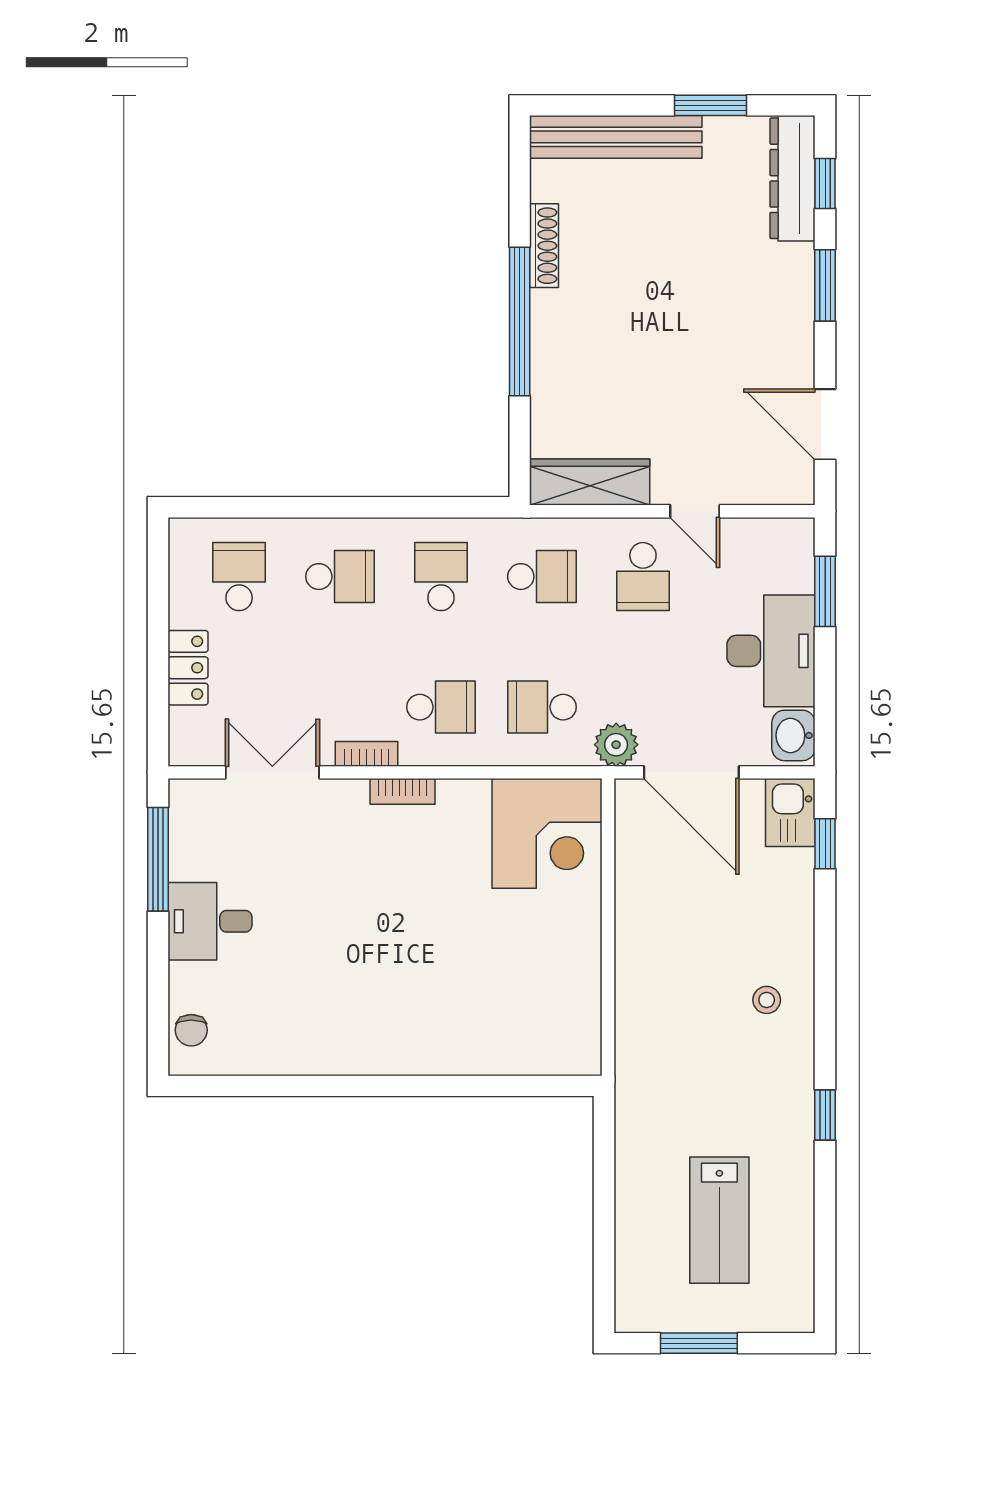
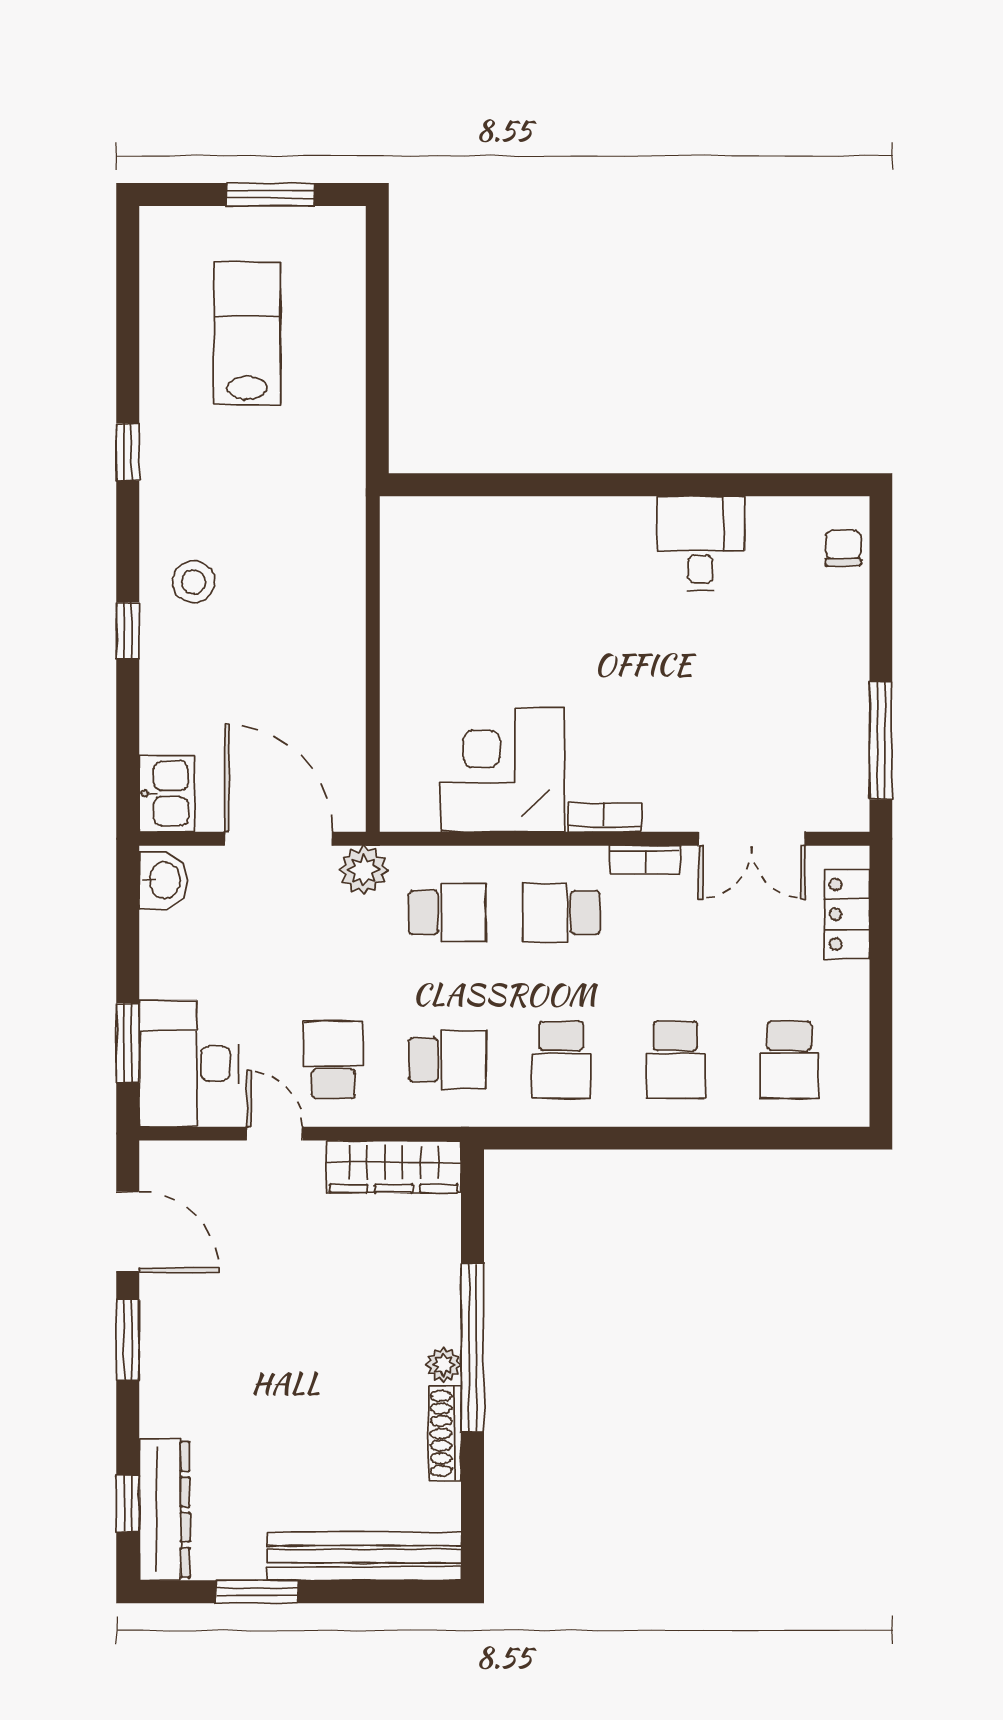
window: (825, 285) -> (128, 1340), moved
plant: (545, 307) -> (444, 1365), added
school desk: (340, 577) -> (675, 1060), turned -90
school desk: (542, 577) -> (447, 1060), turned 180
desk: (771, 651) -> (189, 1064), moved
locker: (188, 668) -> (847, 914), moved
corner desk: (547, 833) -> (503, 770), moved
window: (825, 844) -> (128, 631), moved
desk: (210, 921) -> (700, 543), moved, turned -90
stool: (767, 1000) -> (194, 582), width x1.37, depth x1.37

